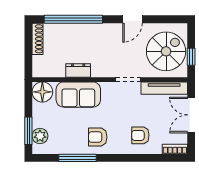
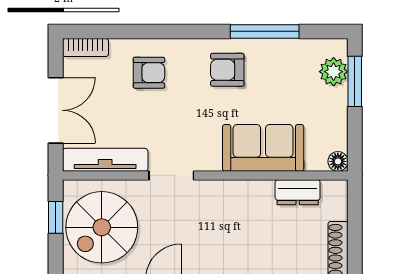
dresser: (78, 70) -> (298, 192), moved
floor lamp: (42, 92) -> (338, 161), width x0.53, depth x0.53
armchair: (98, 137) -> (227, 70), turned 180

